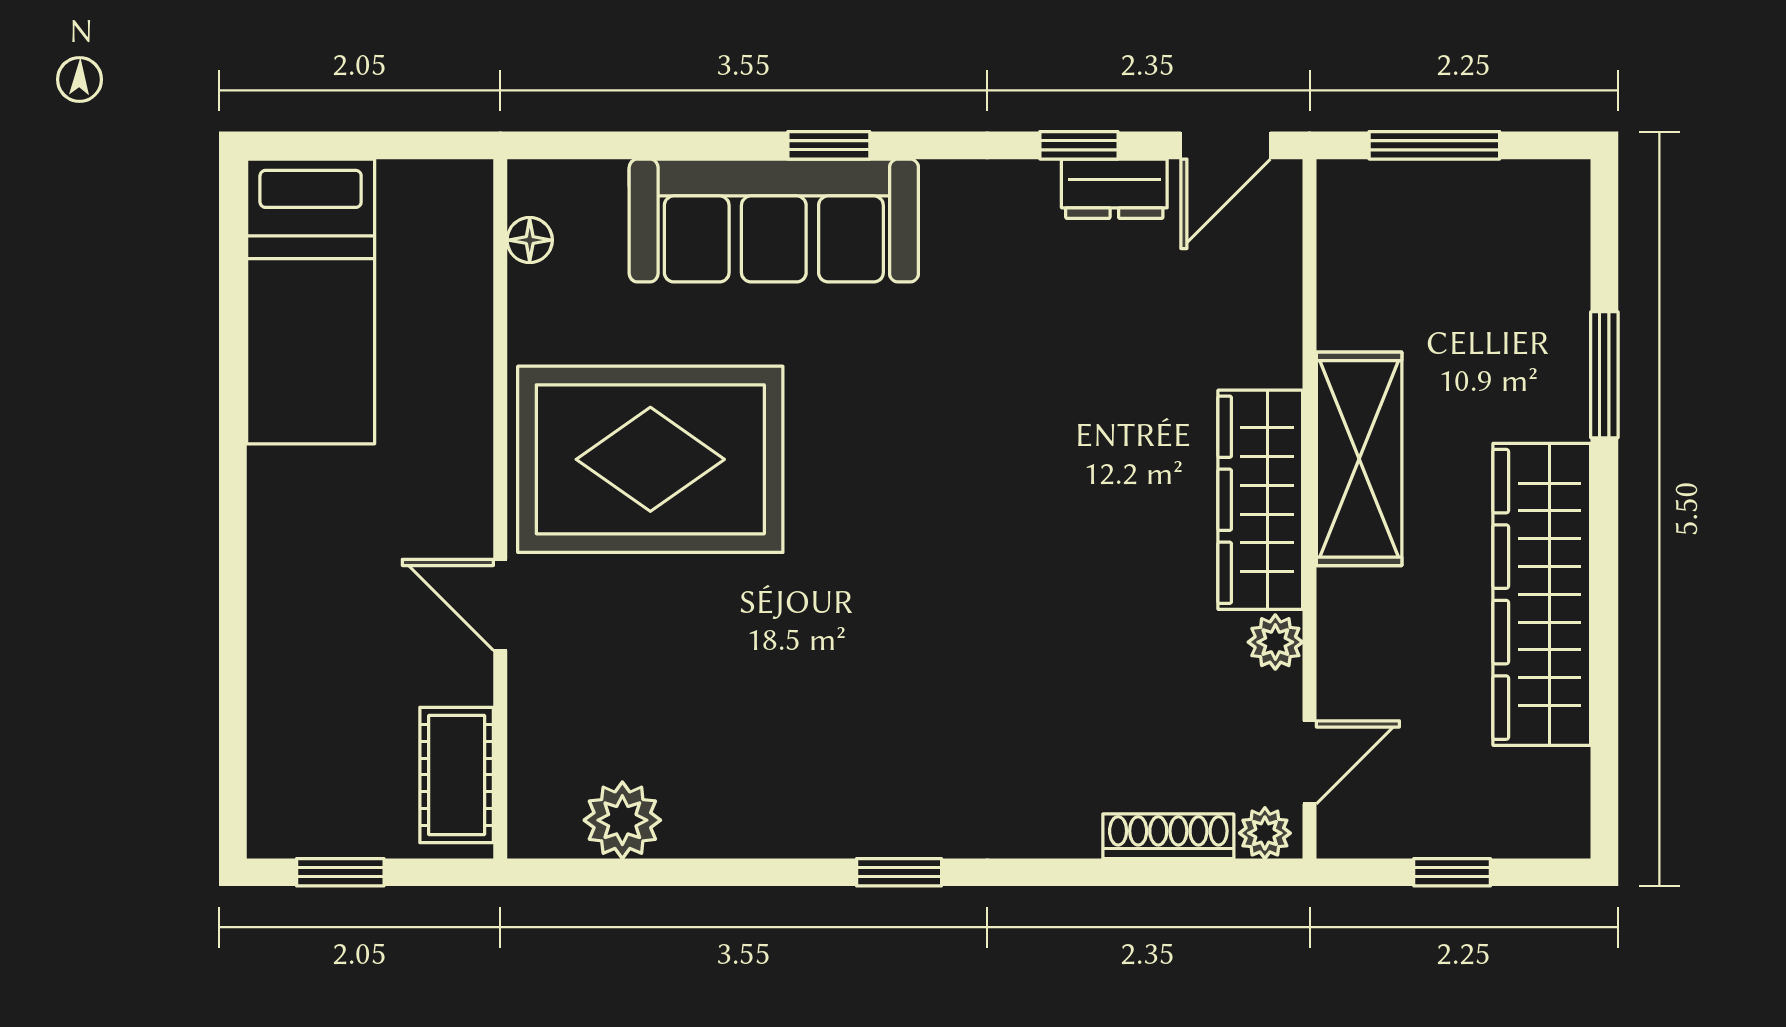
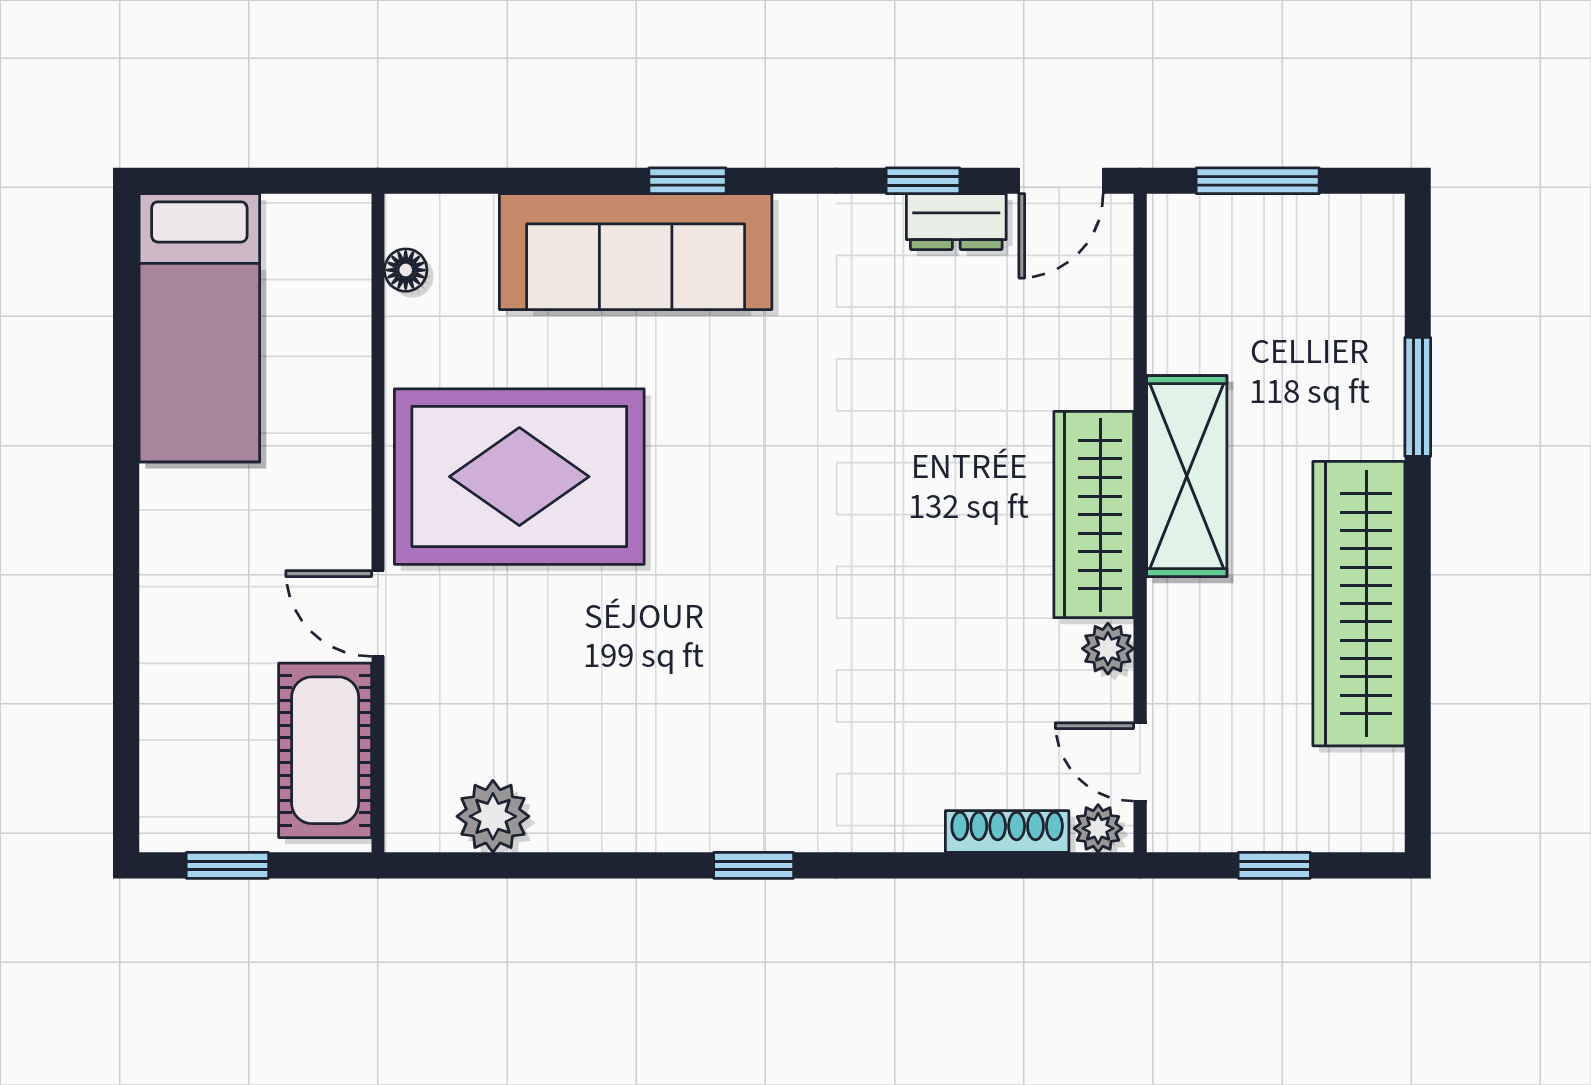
door: (1310, 762) -> (1140, 762), swing flipped
cot: (457, 775) -> (325, 750), width x1.37, depth x1.34

